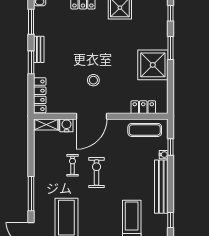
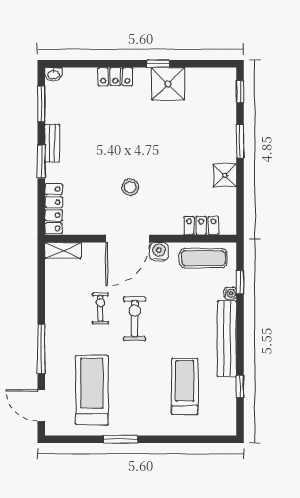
shower: (153, 65) -> (225, 175), width x0.54, depth x0.54
water cooler: (66, 125) -> (159, 251), moved

